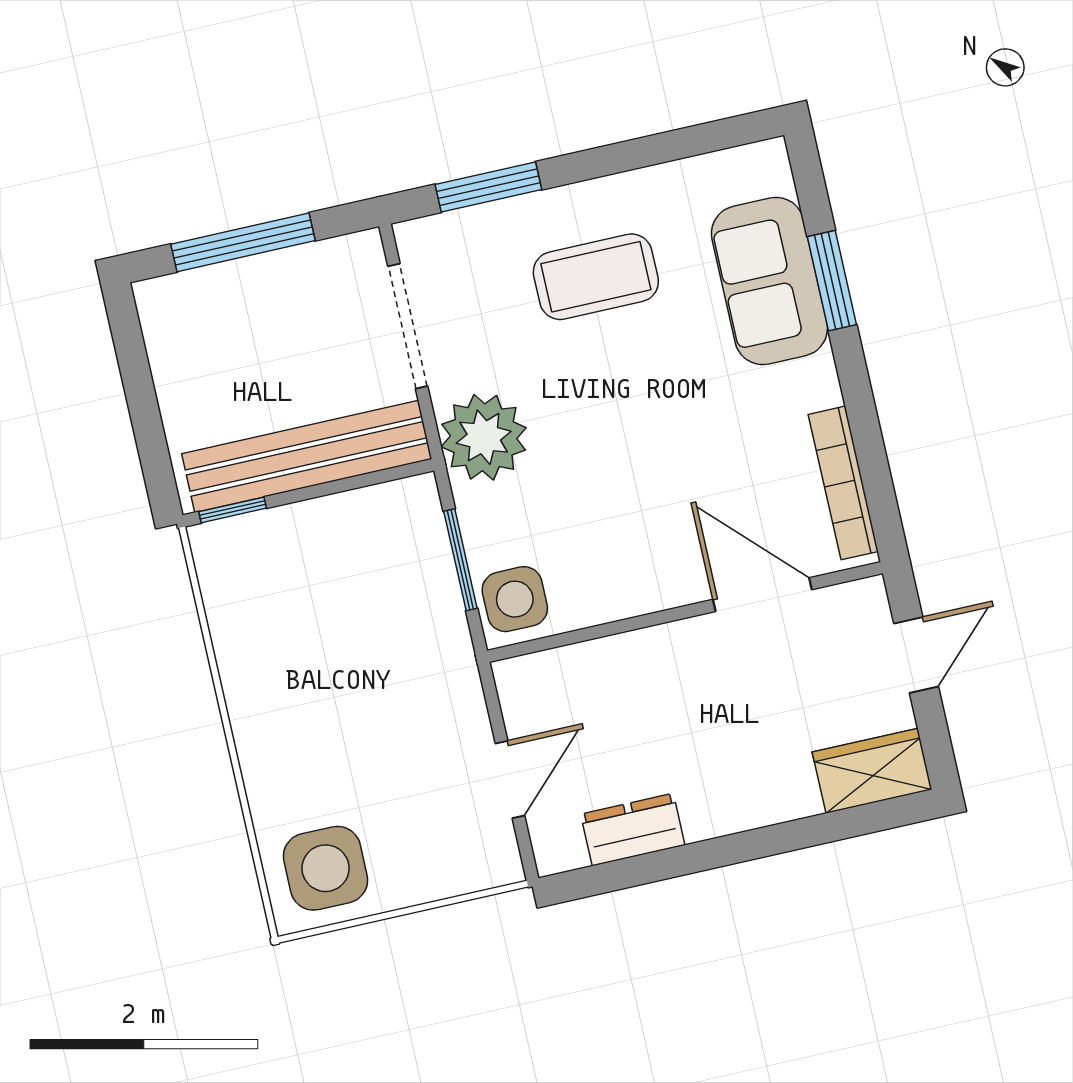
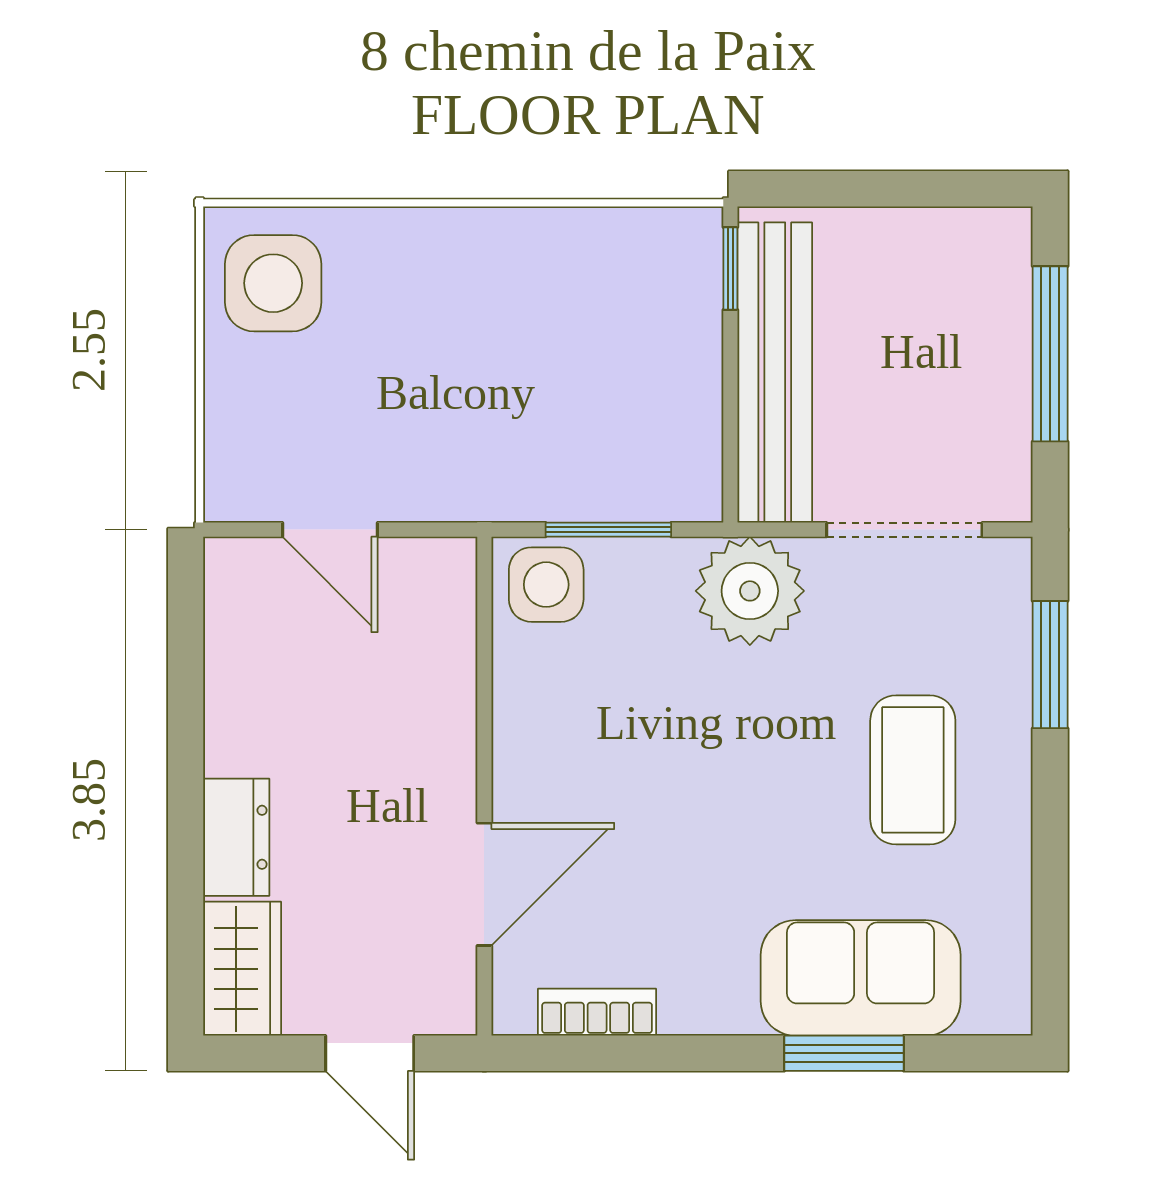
bookcase: (843, 483) -> (597, 1012), width x0.64
dresser: (633, 830) -> (236, 837), moved

